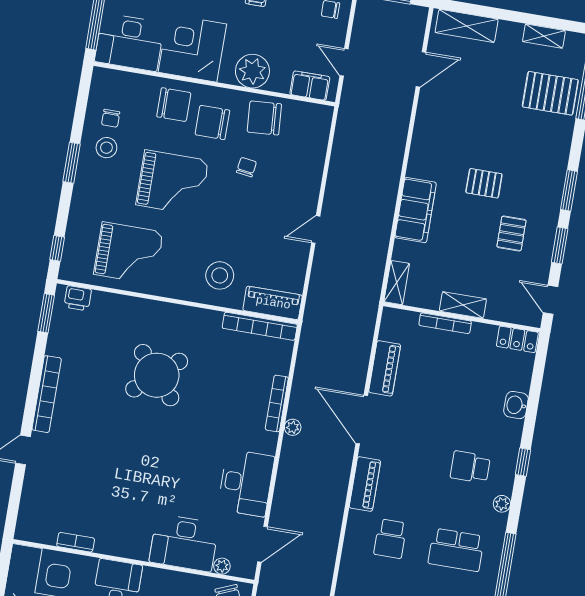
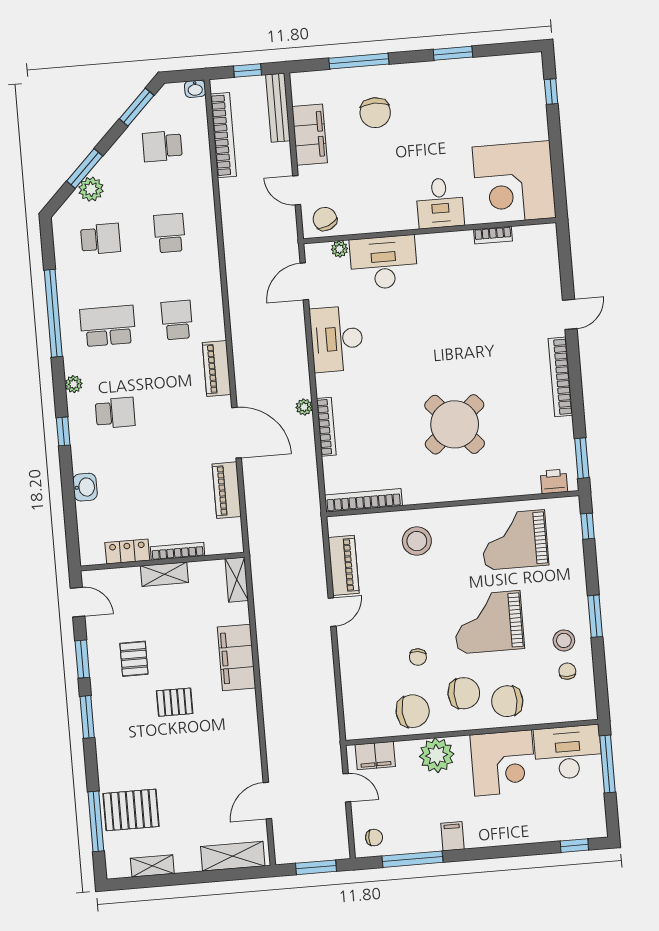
piano: (273, 303) -> (344, 565), moved, turned -90
locker: (517, 339) -> (127, 551), moved

